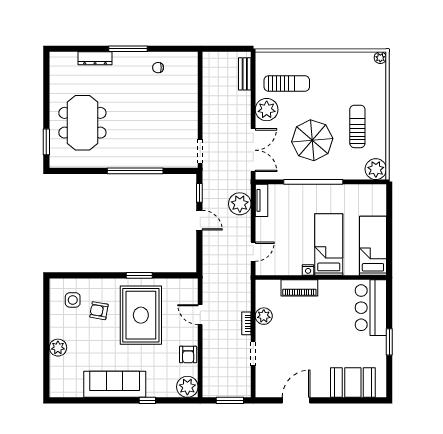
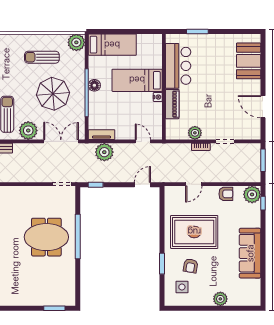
meeting table: (82, 123) -> (46, 237), moved
floor lamp: (323, 191) -> (94, 85), added
door: (199, 220) -> (142, 185), moved
bed: (373, 246) -> (112, 45), moved, turned 180
window: (139, 275) -> (162, 264), moved
bar counter: (371, 308) -> (178, 66), moved, turned -90
window: (389, 342) -> (197, 32), moved
window: (147, 400) -> (263, 203), moved

